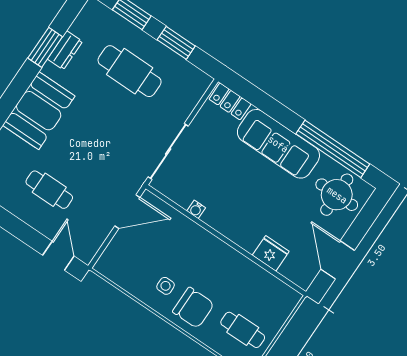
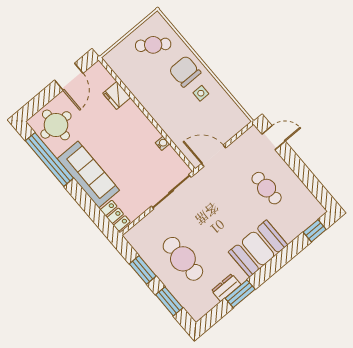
door: (58, 256) -> (274, 138), swing flipped
cafe table: (243, 330) -> (153, 45), turned -54

